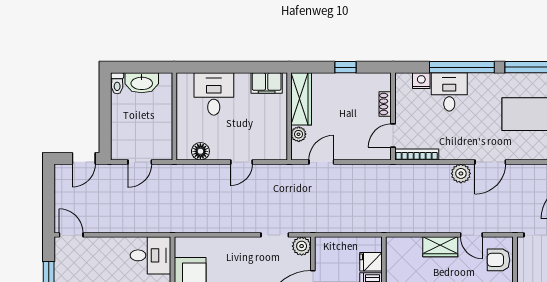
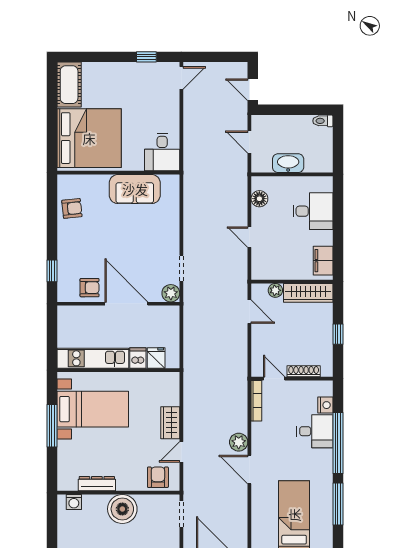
washbasin: (142, 83) -> (288, 163), moved, turned 90
shoe rack: (385, 104) -> (304, 371), width x1.43

